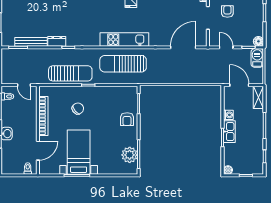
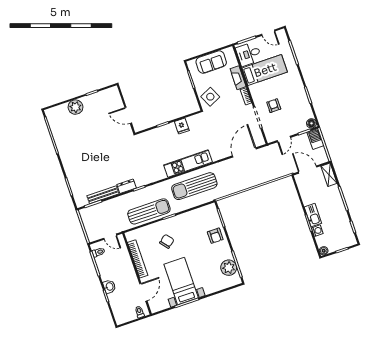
door: (226, 47) -> (284, 139), swing flipped
washing machine: (228, 115) -> (317, 231), moved

